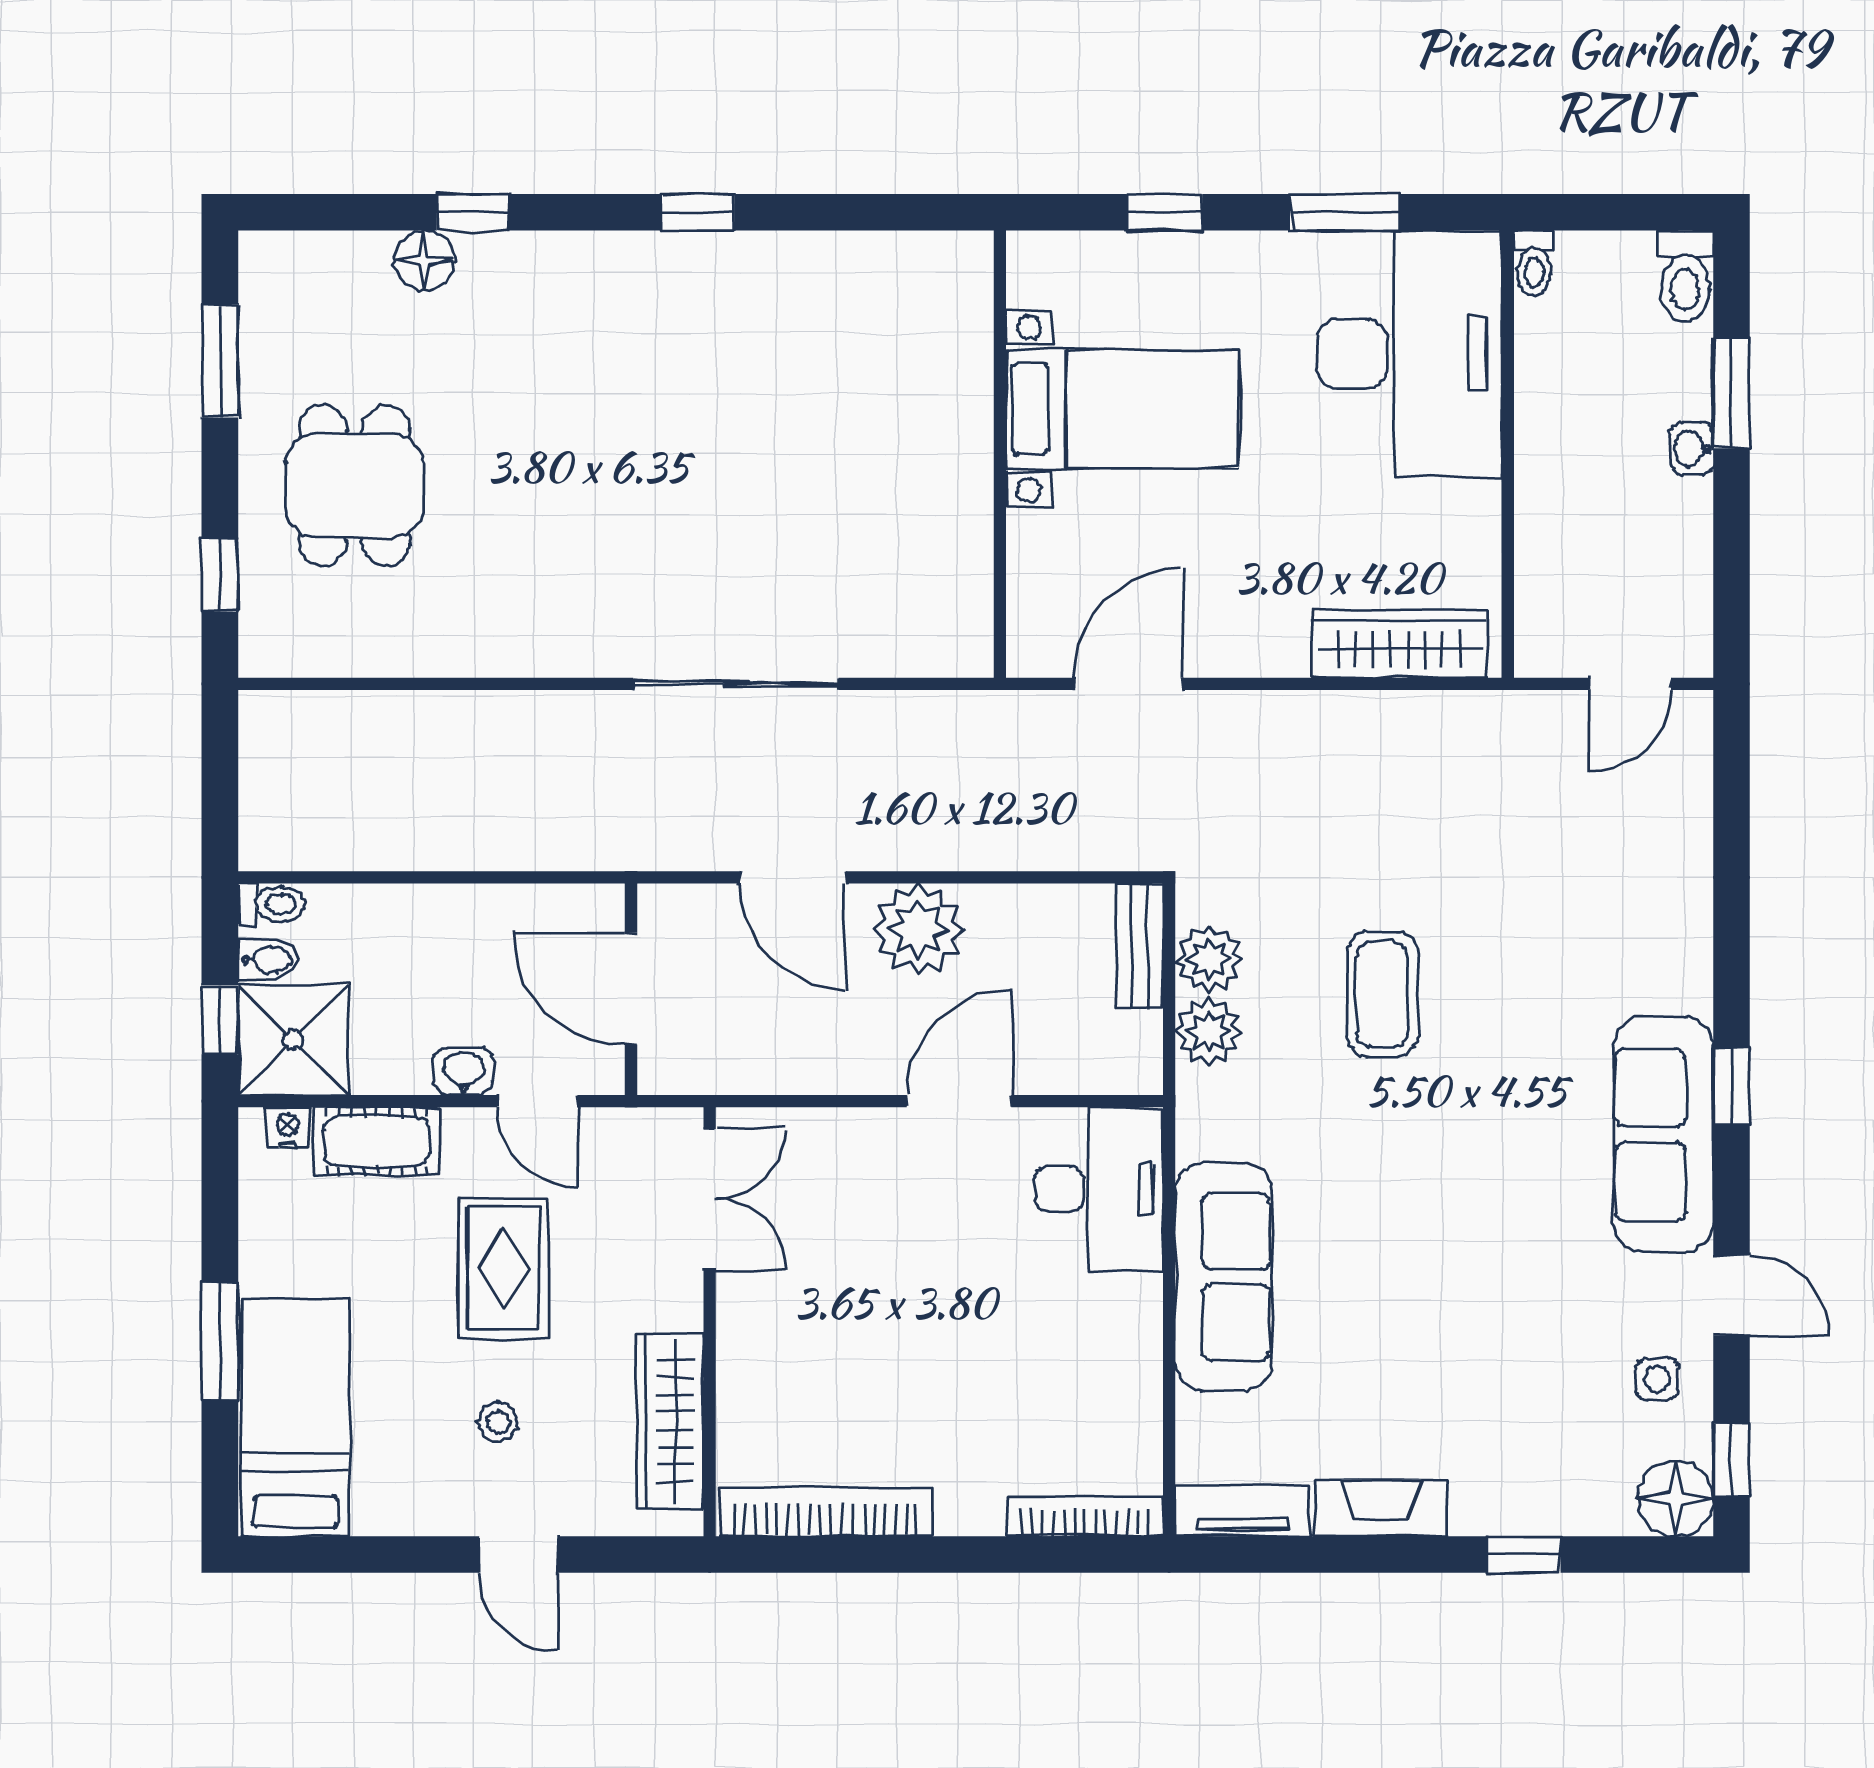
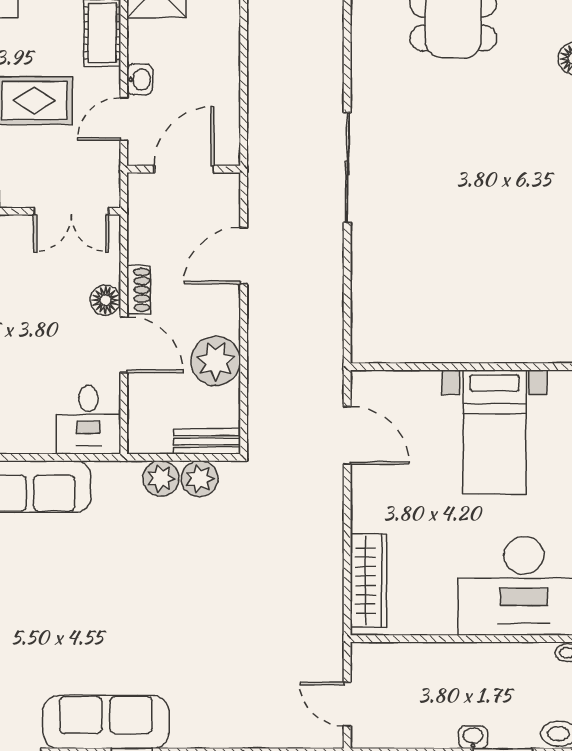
sliding door: (736, 684) -> (347, 167), moved
plant: (918, 929) -> (216, 361), moved
coffee table: (1382, 994) -> (181, 572), removed
shoe rack: (856, 1073) -> (139, 290), added
floor lamp: (876, 1135) -> (105, 300), added
desk: (1099, 1189) -> (89, 420), width x0.73

